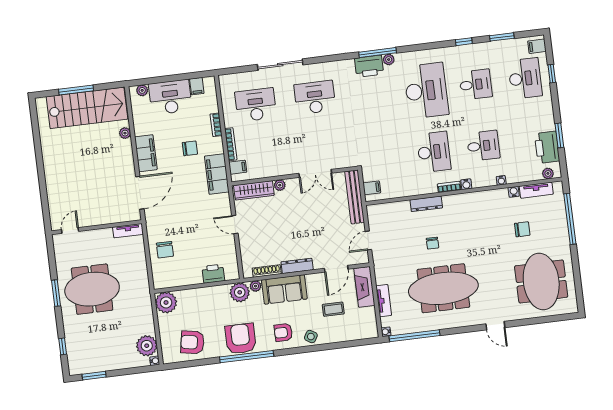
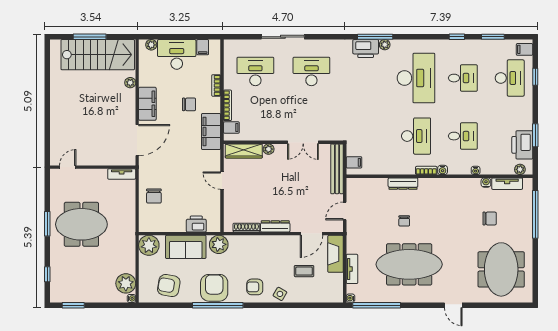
plant: (256, 286) -> (234, 240), removed
sofa: (284, 289) -> (186, 247), moved

